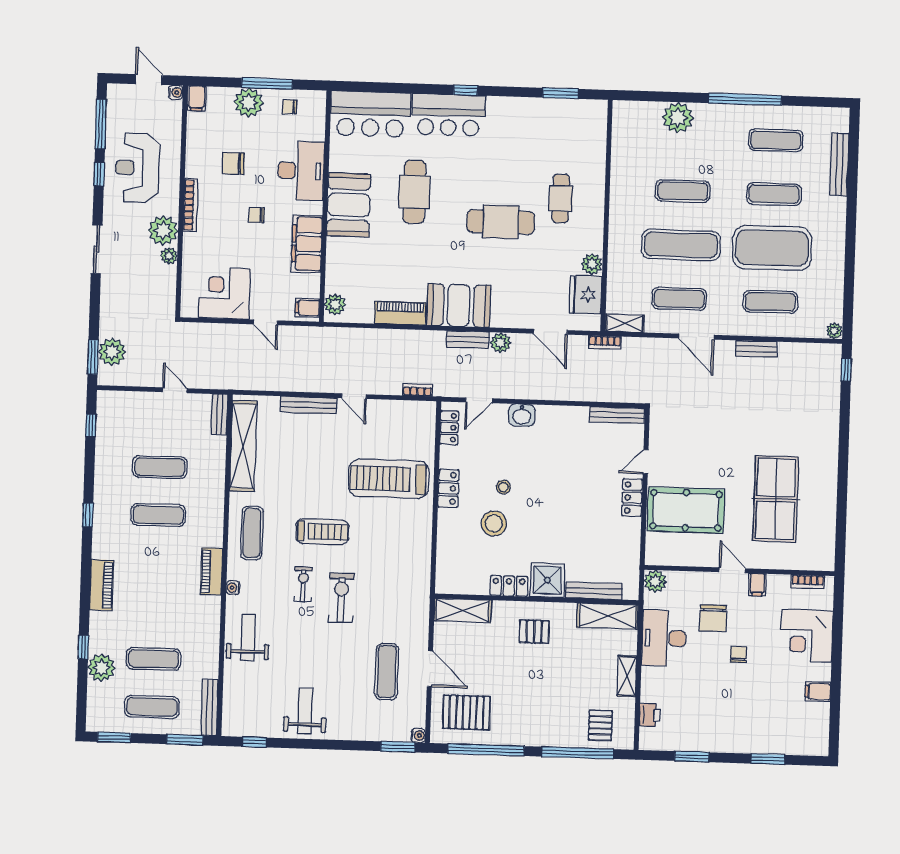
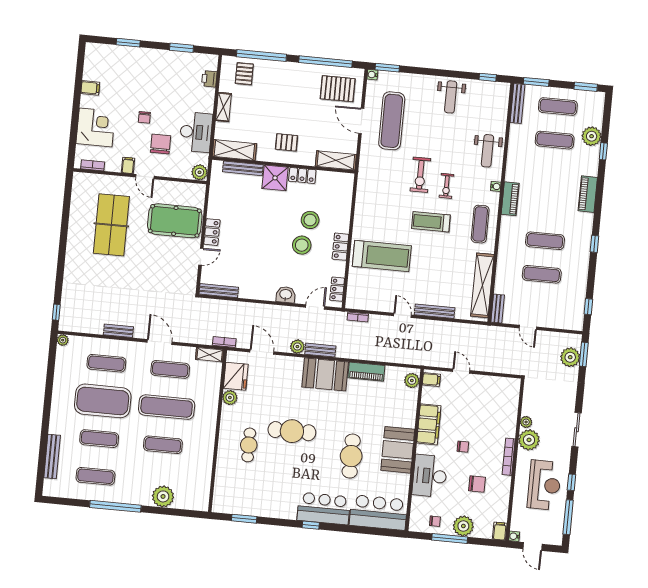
corner desk: (224, 293) -> (489, 393), removed
stool: (503, 487) -> (302, 245), width x1.89, depth x1.89
exercise mat: (387, 672) -> (392, 121), width x1.36, depth x1.45

